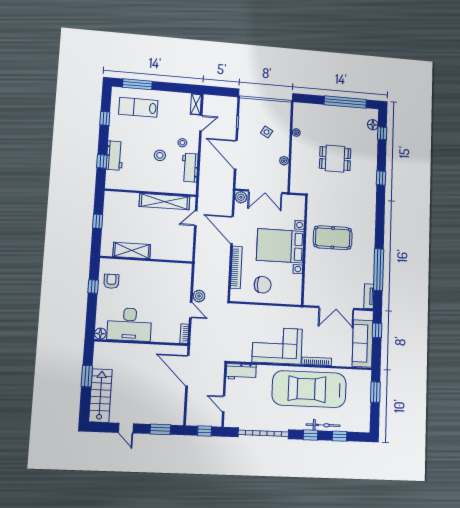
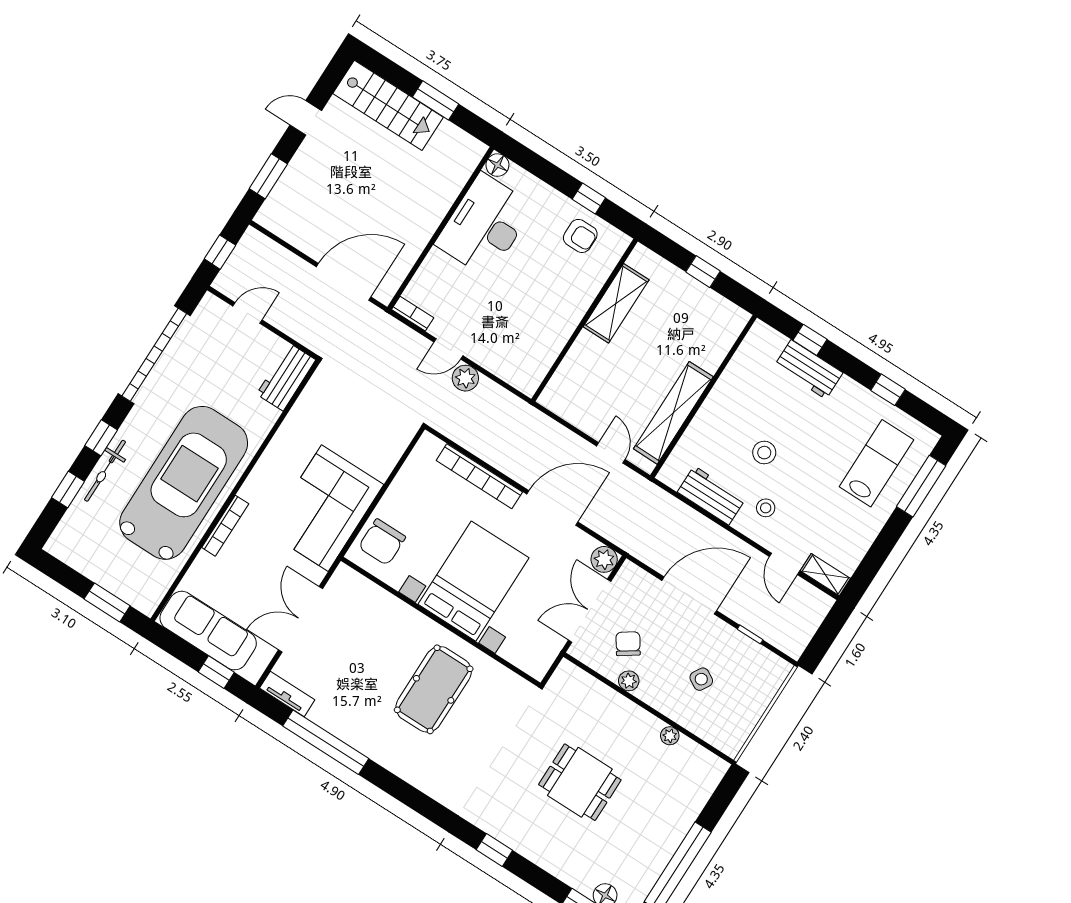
dining table: (335, 159) -> (580, 782), turned 90
chair: (269, 169) -> (628, 644), added
chair: (263, 285) -> (382, 542), moved
corner sofa: (277, 345) -> (325, 508), moved, turned 180

